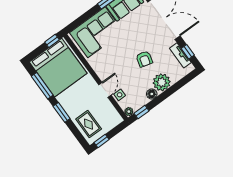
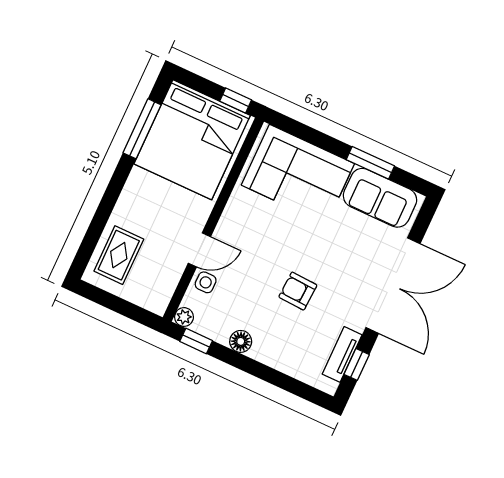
armchair: (144, 59) -> (298, 291), turned 78
plant: (162, 82) -> (273, 348), removed
window: (62, 112) -> (113, 193), removed
window: (102, 141) -> (101, 297), removed

